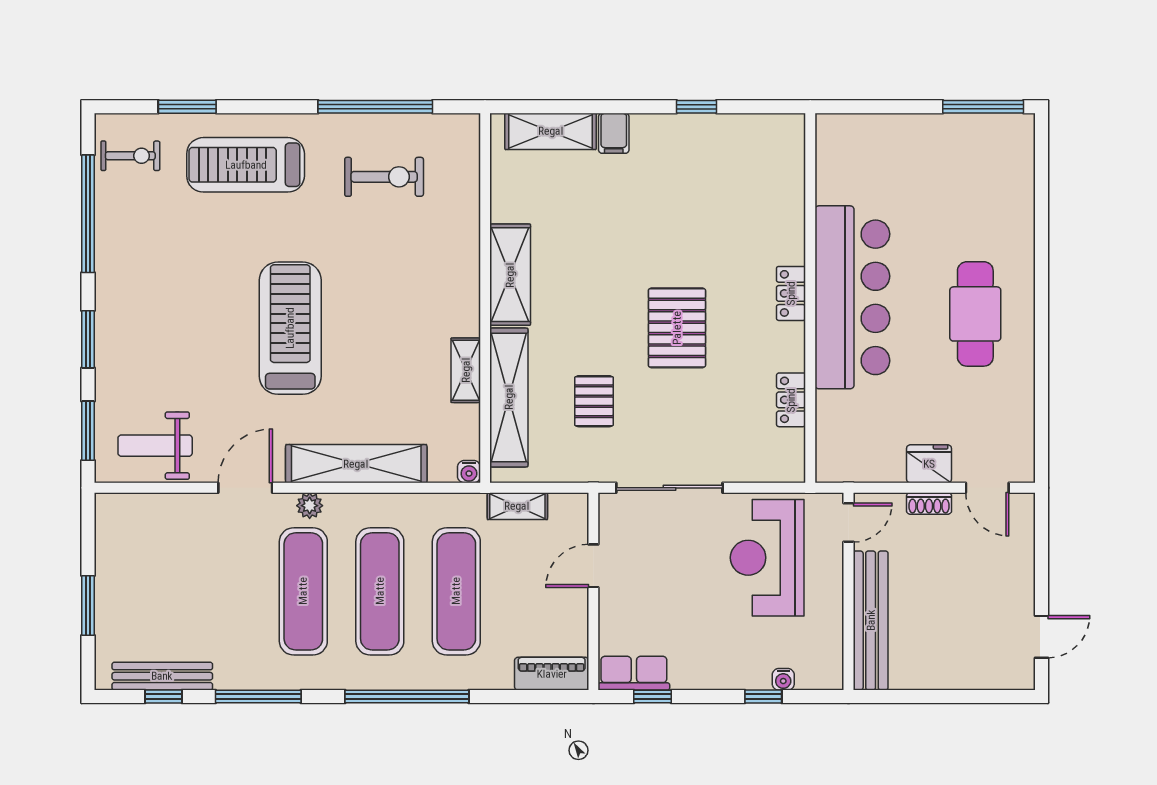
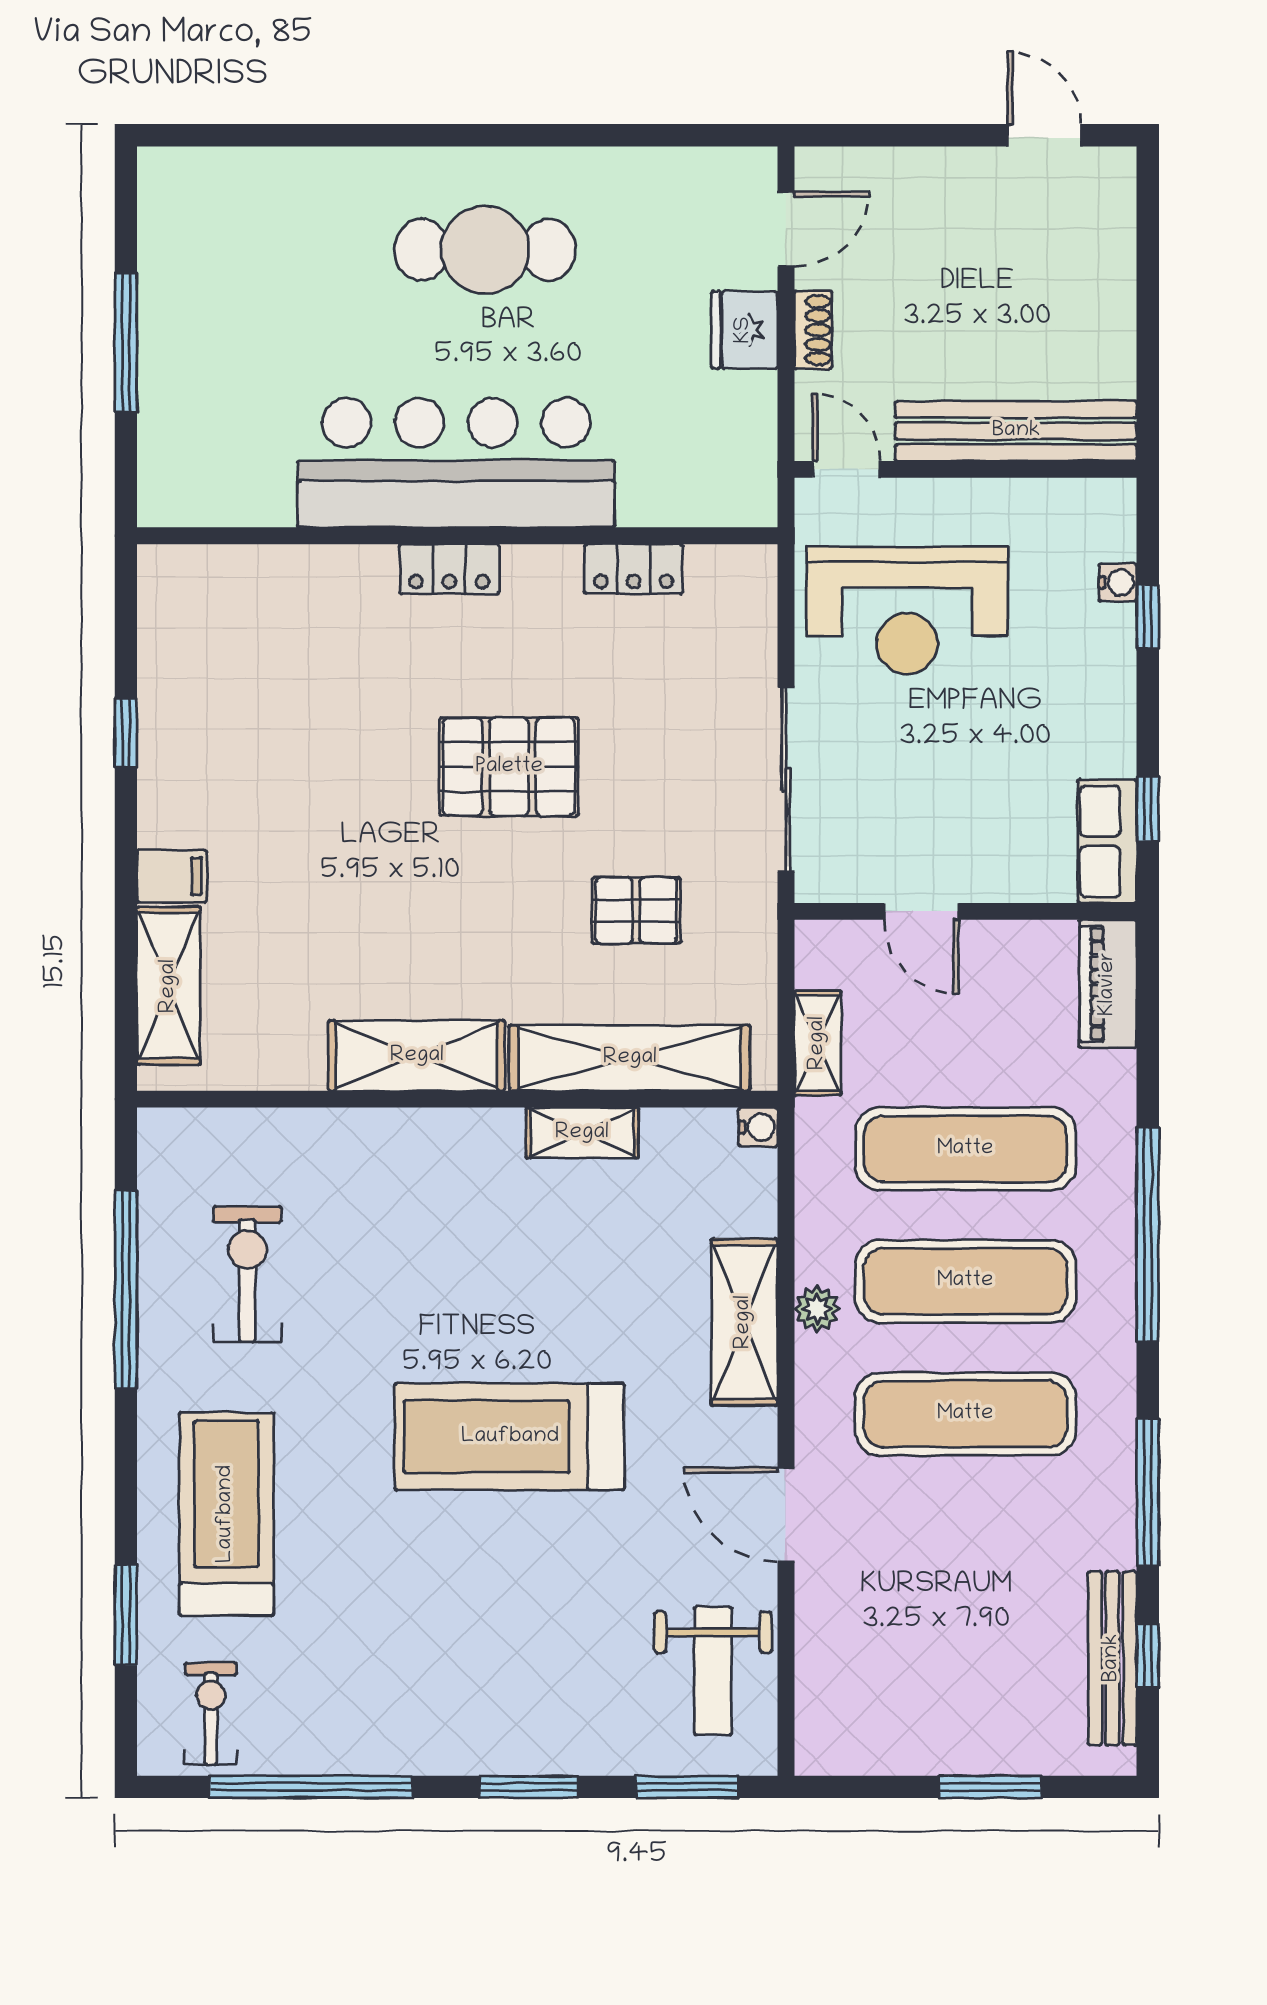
window: (983, 107) -> (126, 343), moved
treadmill: (246, 165) -> (226, 1514), turned 180
shelving: (356, 464) -> (744, 1322), width x0.68
plant: (310, 506) -> (817, 1309), moved

